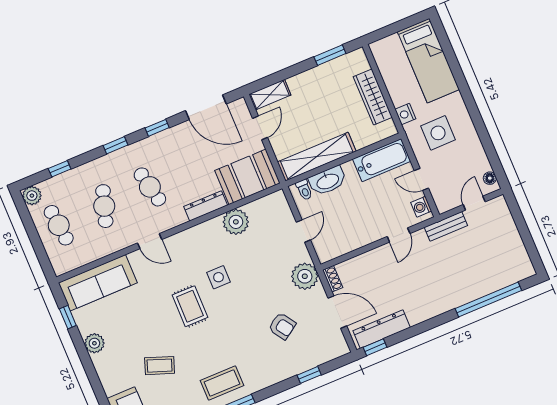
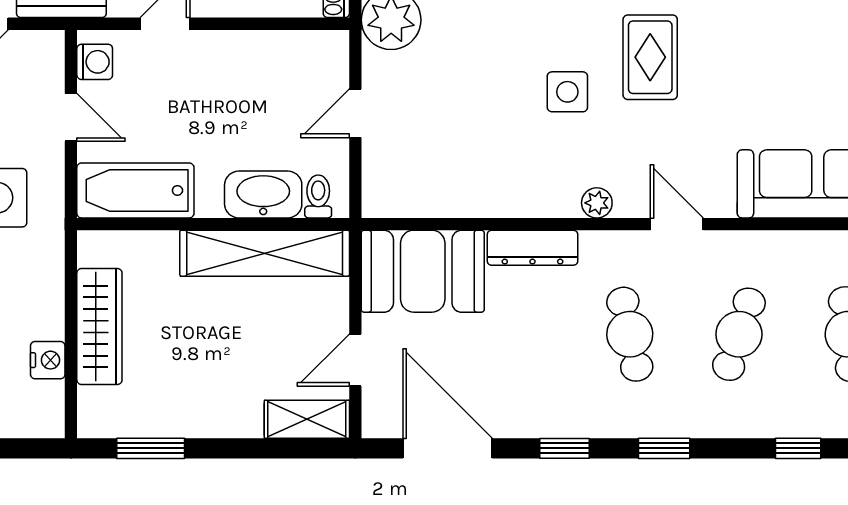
nightstand: (405, 114) -> (48, 360), moved
plant: (236, 222) -> (597, 203), moved, width x0.53, depth x0.53

